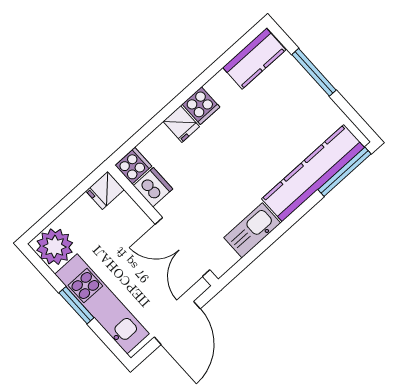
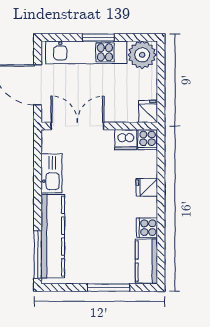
cooker: (201, 106) -> (147, 228), moved

